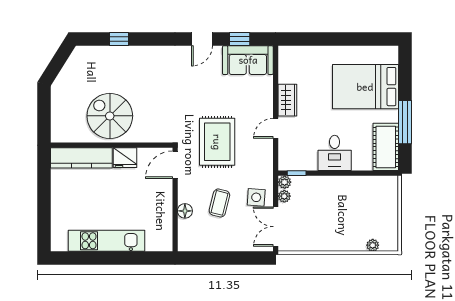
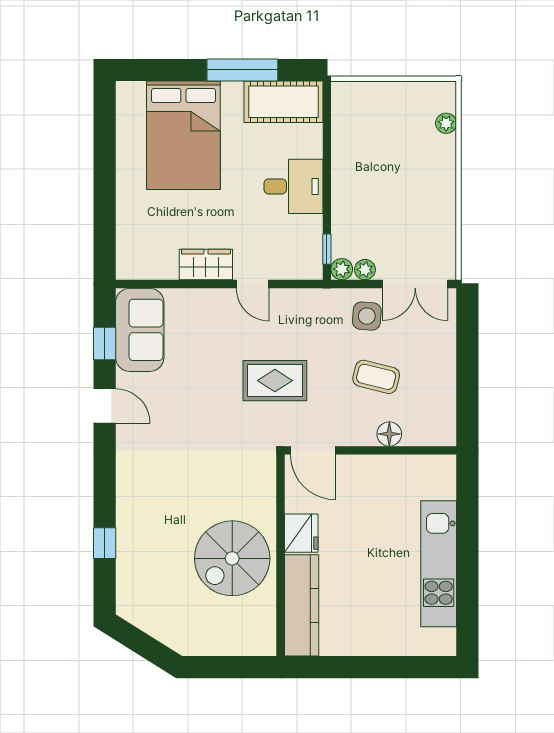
rug: (217, 142) -> (275, 381), width x0.73, depth x0.70

